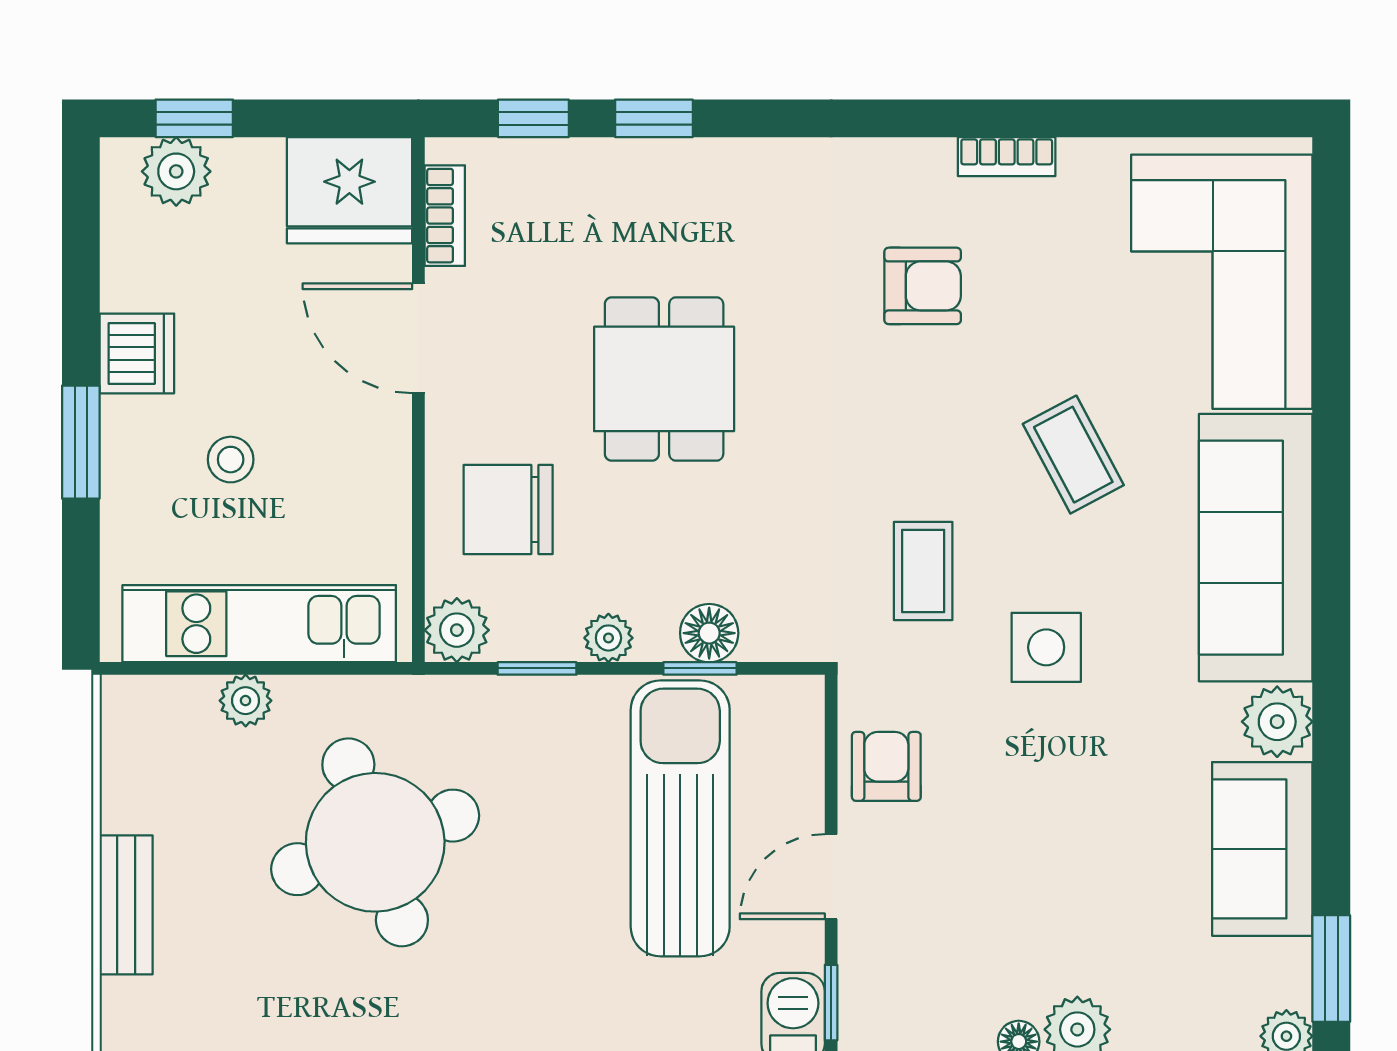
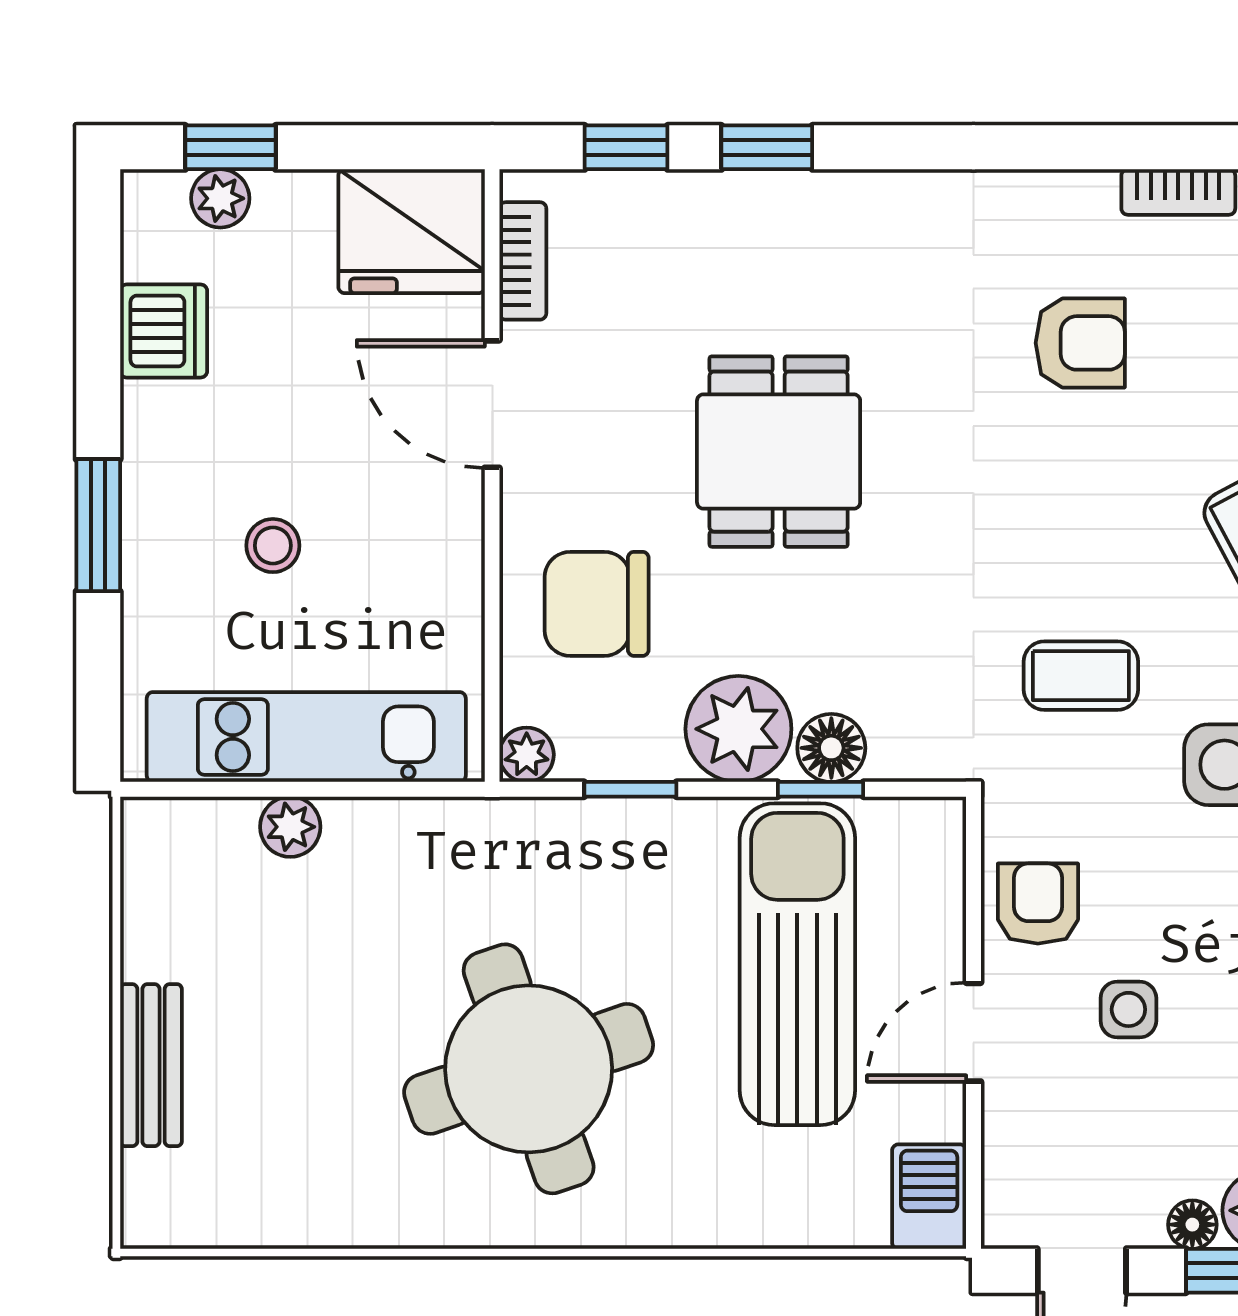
plant: (176, 171) -> (220, 198), width x0.73, depth x0.73
dishwasher: (137, 353) -> (164, 331), moved
coffee table: (923, 571) -> (1081, 676), turned 90
plant: (457, 630) -> (527, 755), width x0.73, depth x0.73
plant: (608, 638) -> (738, 729), width x1.88, depth x1.88
round table: (375, 842) -> (529, 1069), moved
side table: (964, 857) -> (1128, 1009), added
window: (831, 1003) -> (973, 1179), removed

